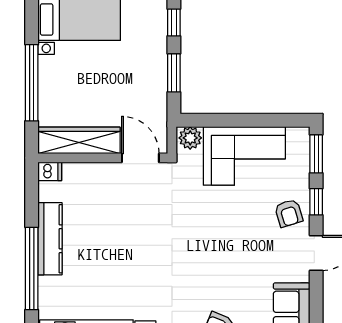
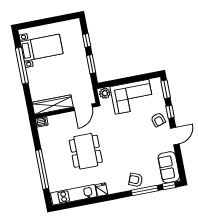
window: (32, 83) -> (22, 66), moved
door: (140, 158) -> (83, 107), swing flipped
kitchen counter: (50, 239) -> (48, 154), removed
dining table: (128, 249) -> (86, 151), added

